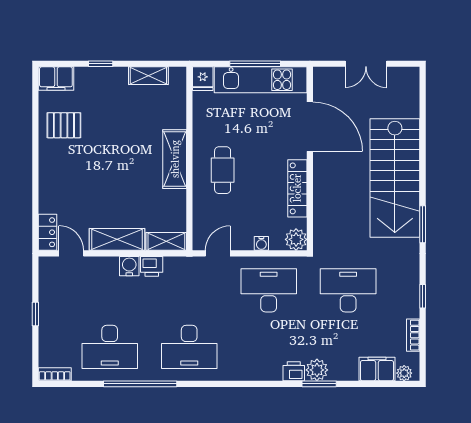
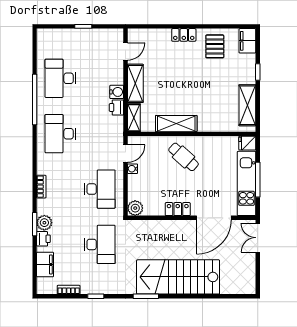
double door: (366, 64) -> (258, 238), moved
shelving: (148, 76) -> (247, 105), width x1.50, depth x1.33
shelving: (175, 159) -> (176, 124), moved
cafe table: (223, 170) -> (184, 157), turned 42
locker: (297, 188) -> (178, 209), width x0.66
locker: (47, 232) -> (184, 35), moved
water cooler: (261, 243) -> (133, 169), moved
door: (218, 253) -> (126, 154), hinge flipped
printer: (294, 371) -> (43, 239), moved
plant: (404, 373) -> (42, 283), removed
bookcase: (55, 374) -> (41, 187), moved

